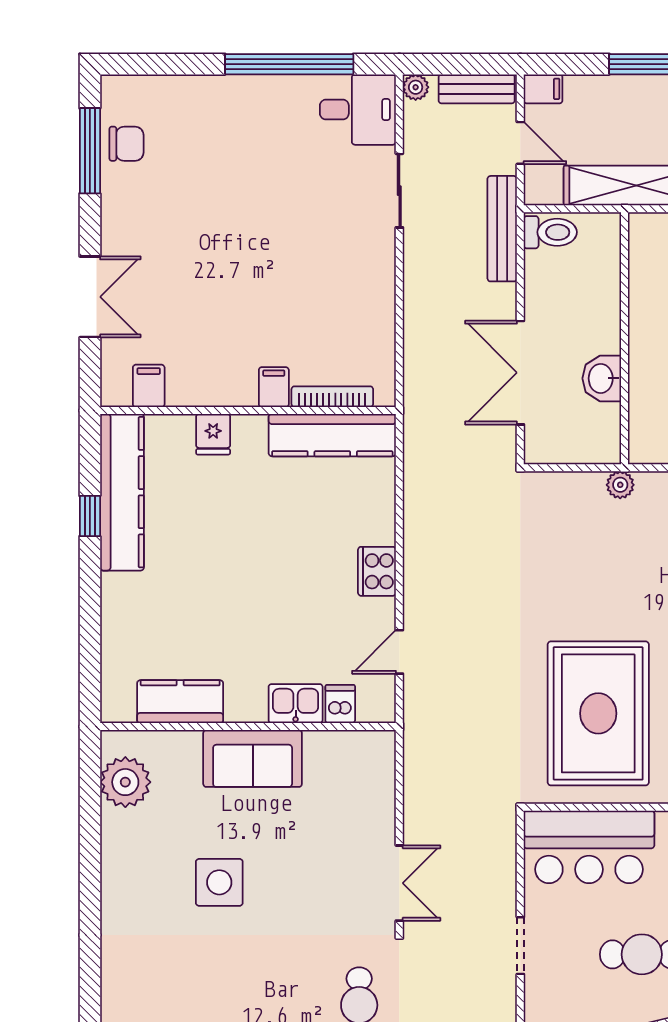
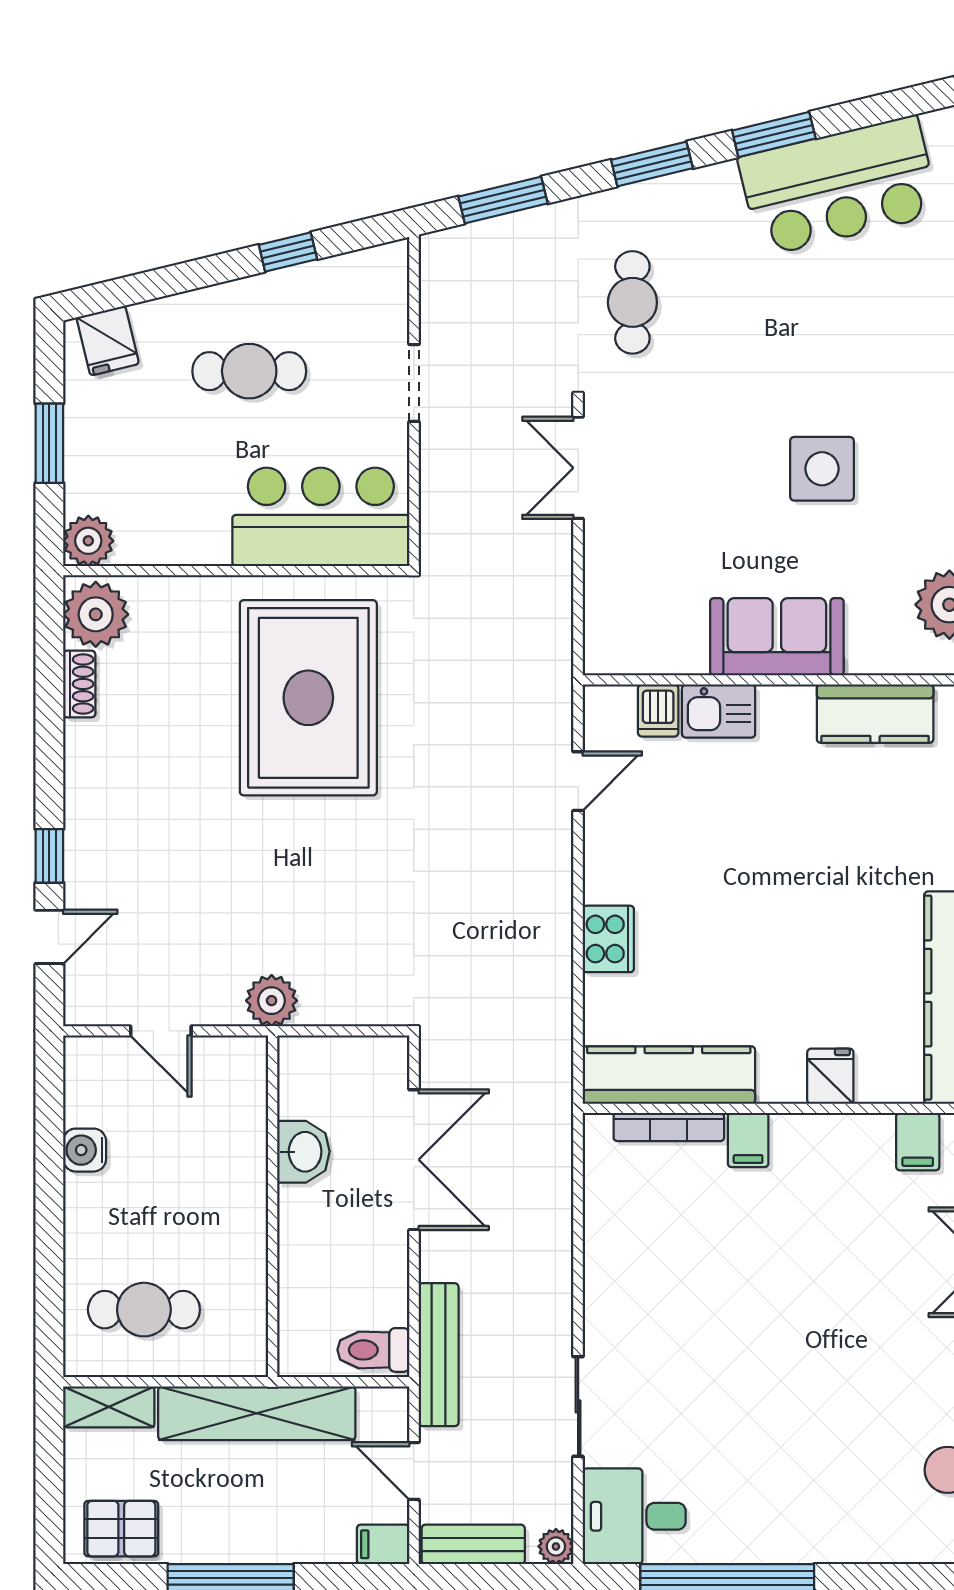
plant: (620, 485) -> (272, 1001), width x1.38, depth x1.38
cooker: (377, 571) -> (608, 939), moved

